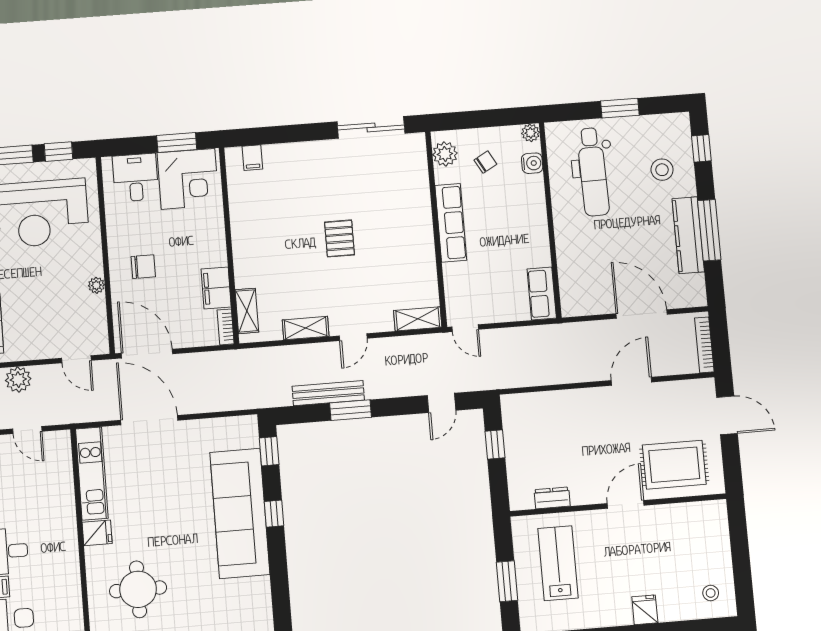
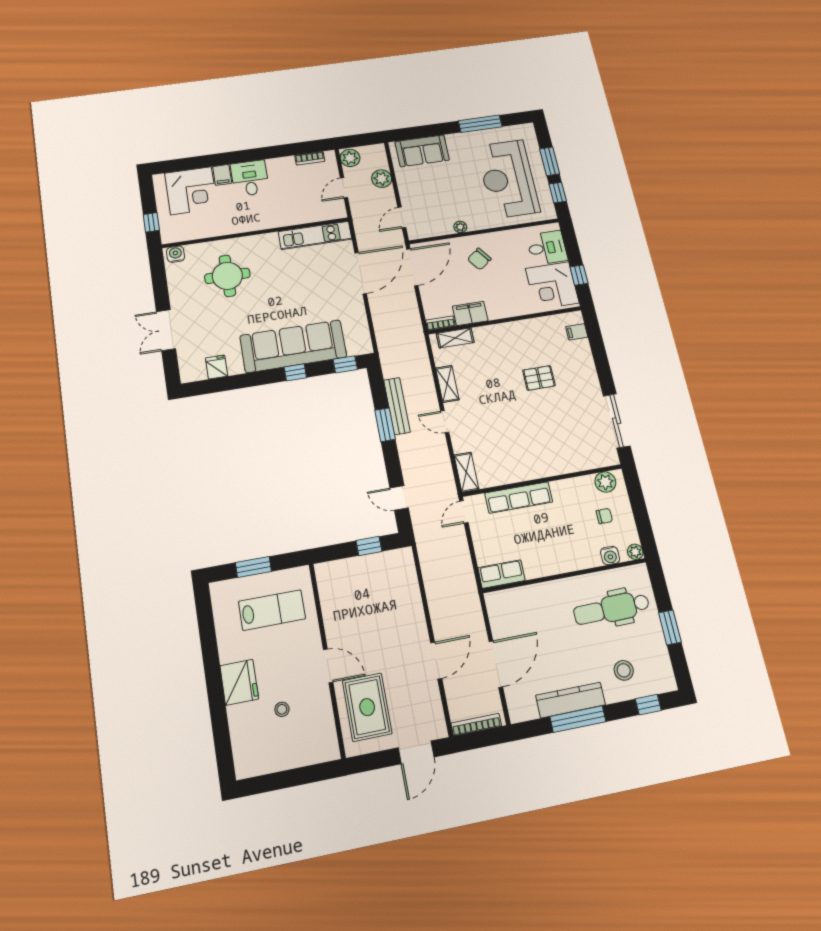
window: (177, 142) -> (579, 275), width x0.67
chair: (485, 162) -> (604, 516), turned -61
row of seats: (451, 223) -> (519, 498), moved
pallet: (339, 238) -> (539, 378), moved
chair: (143, 267) -> (479, 259), turned 53
door: (631, 381) -> (436, 661), hinge flipped
dresser: (552, 498) -> (328, 600), removed
fridge: (97, 533) -> (217, 367), moved, turned 180
stool: (711, 593) -> (282, 709), moved
fridge: (645, 610) -> (239, 682), width x1.88, depth x1.34

